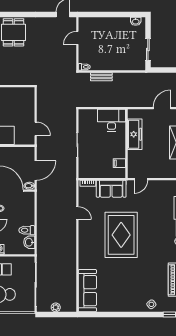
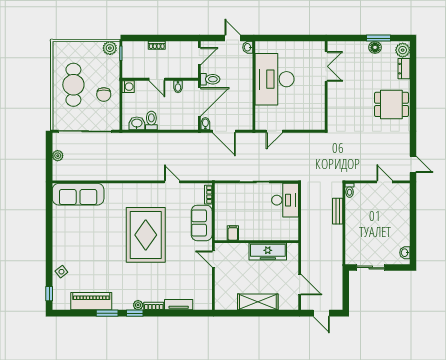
desk: (112, 120) -> (285, 200), moved
door: (77, 213) -> (172, 182), swing flipped
rug: (121, 235) -> (146, 235), turned 90

